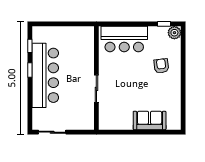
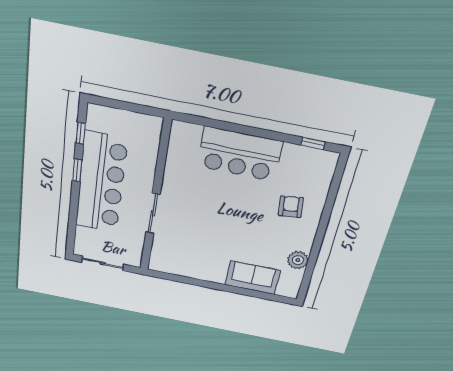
plant: (174, 33) -> (298, 260), moved
wall: (96, 78) -> (155, 198), moved
sliding door: (96, 89) -> (153, 213), moved

